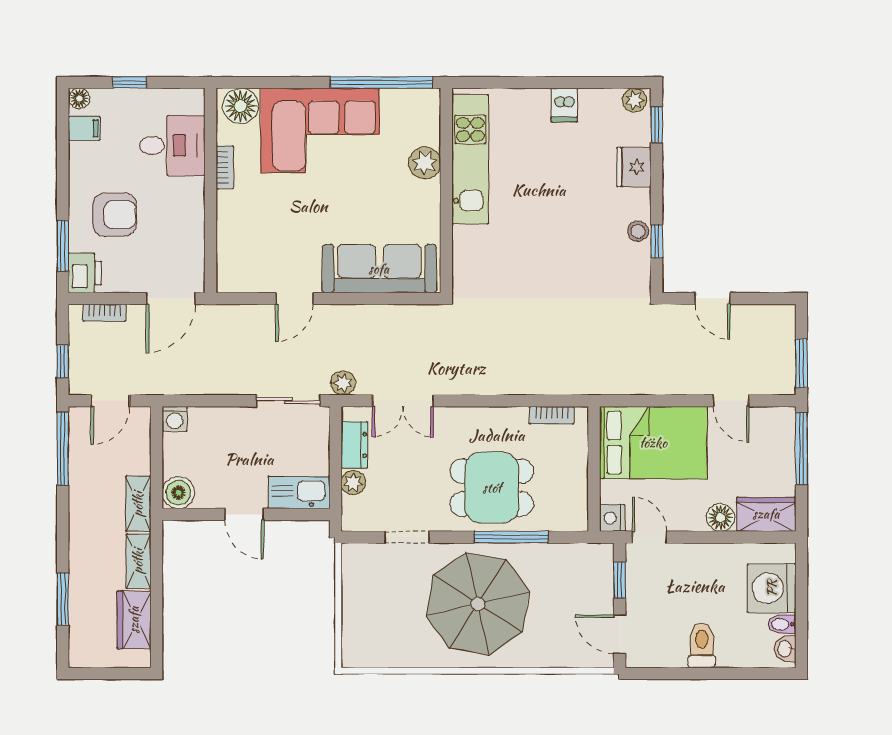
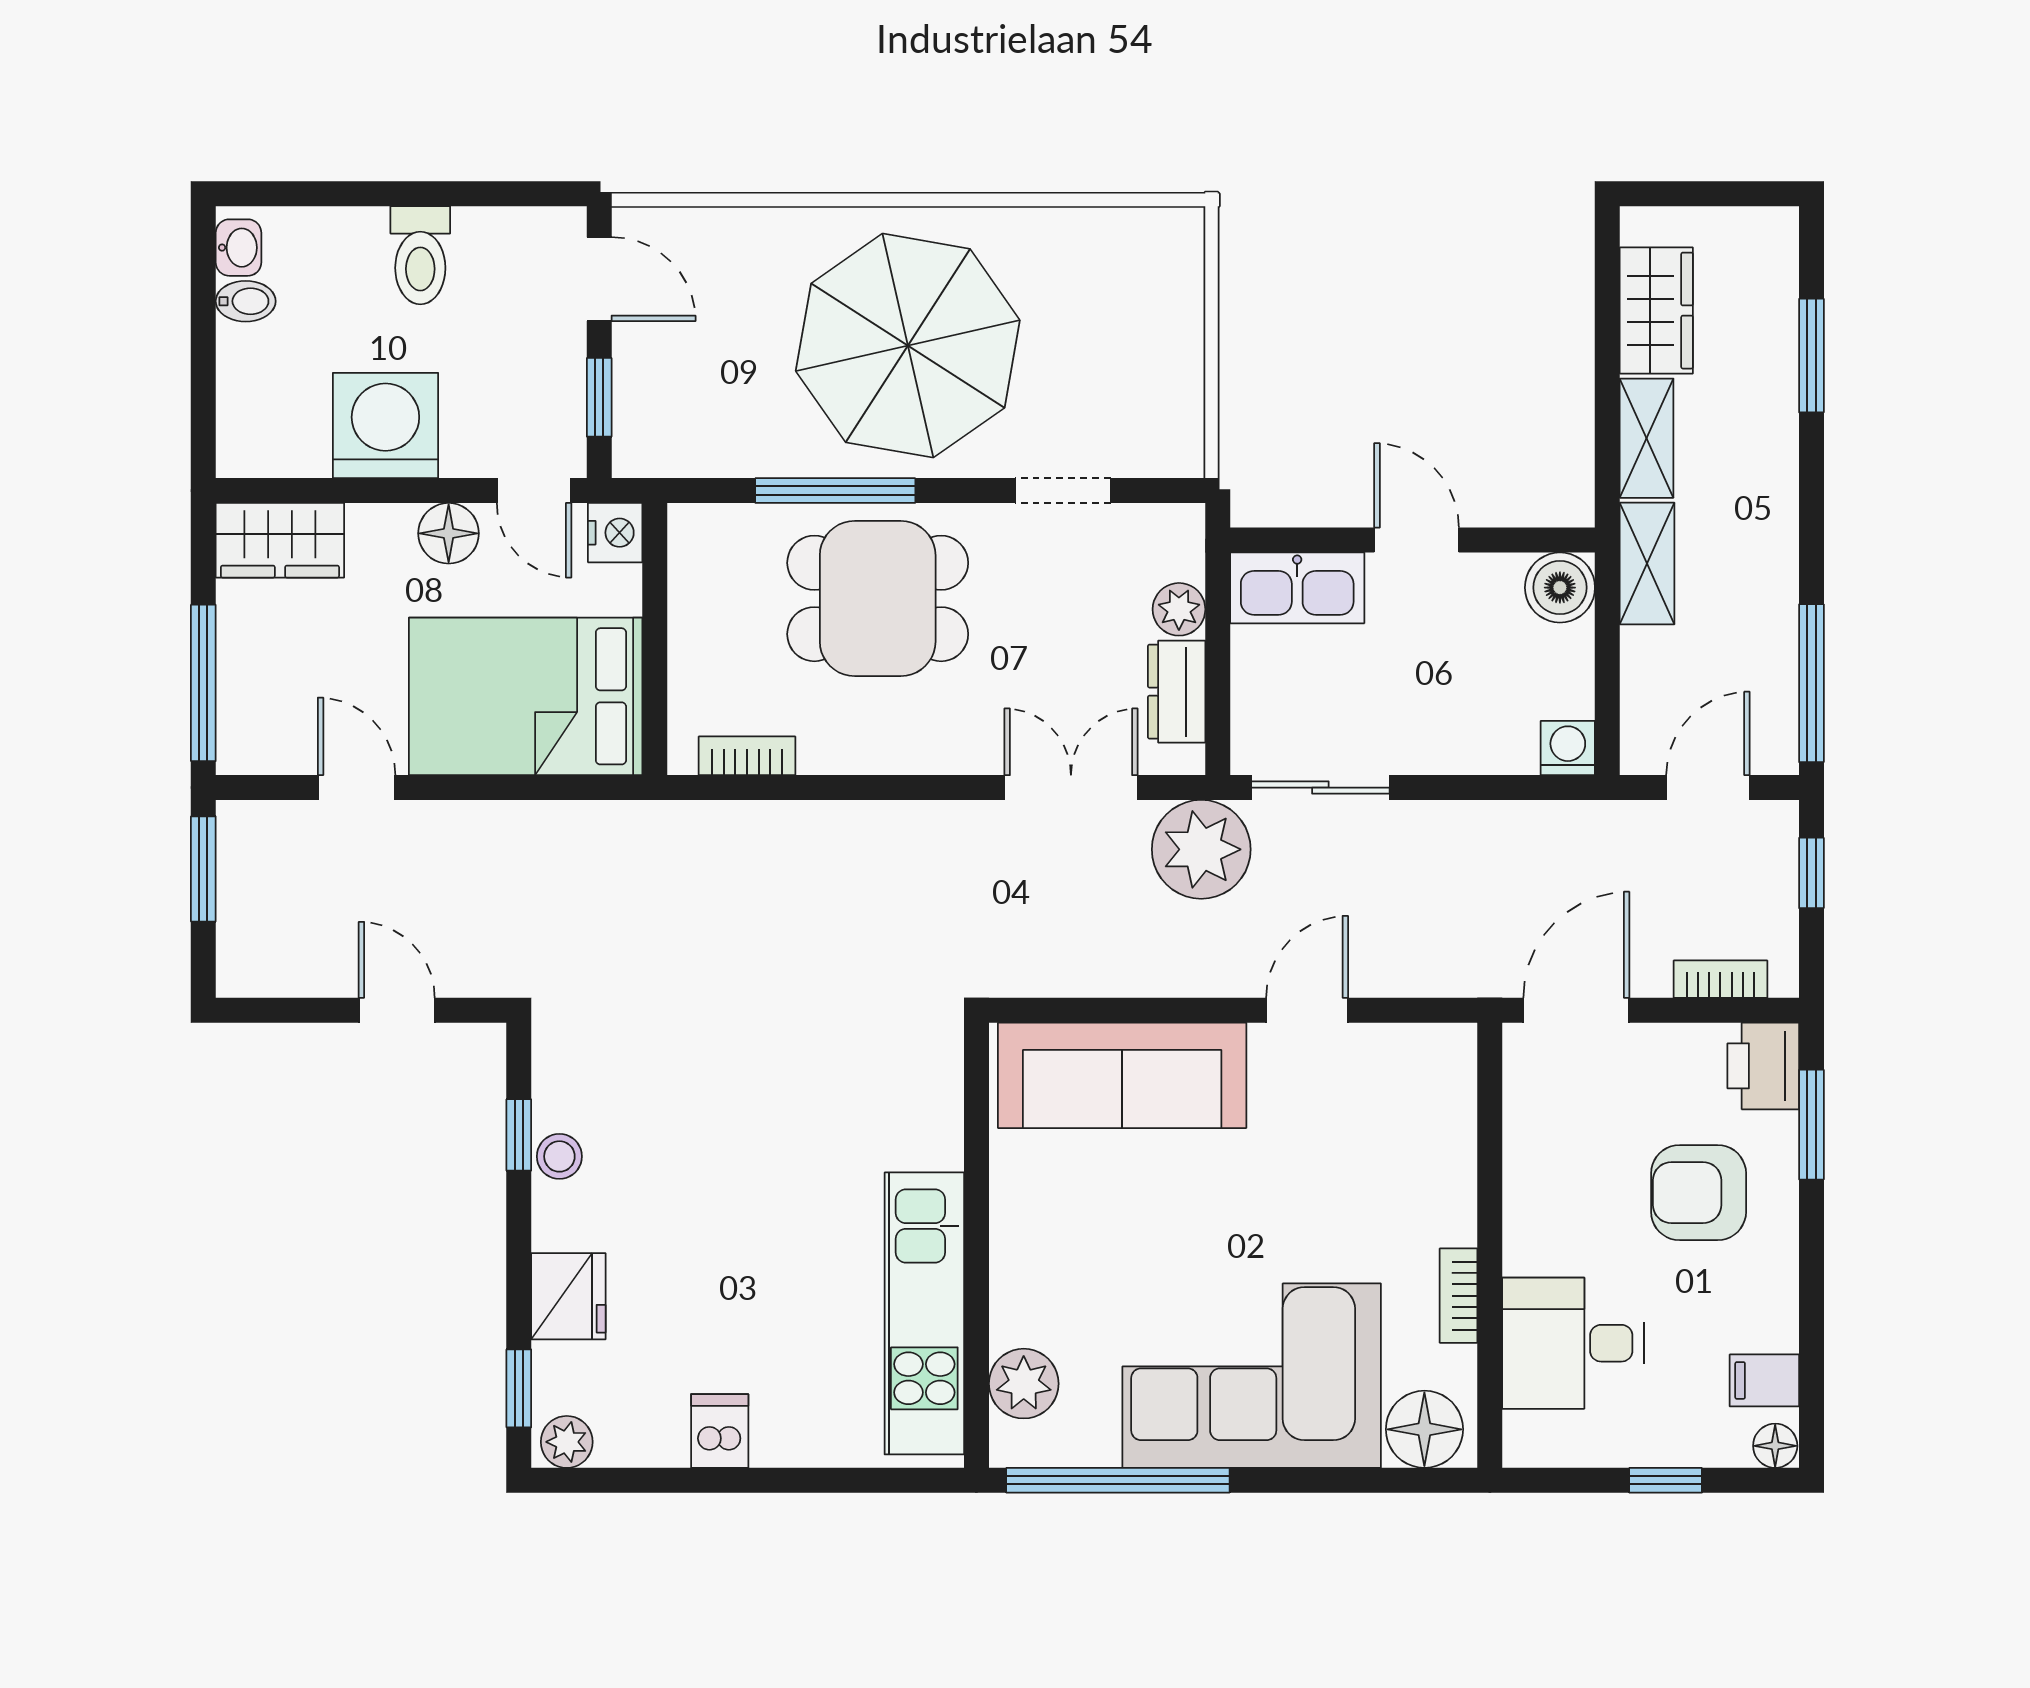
plant: (425, 163) -> (1024, 1384), moved
plant: (343, 383) -> (1201, 849), width x1.88, depth x1.88
floor lamp: (721, 518) -> (449, 533), moved
washing machine: (772, 588) -> (385, 426), moved, turned -90

